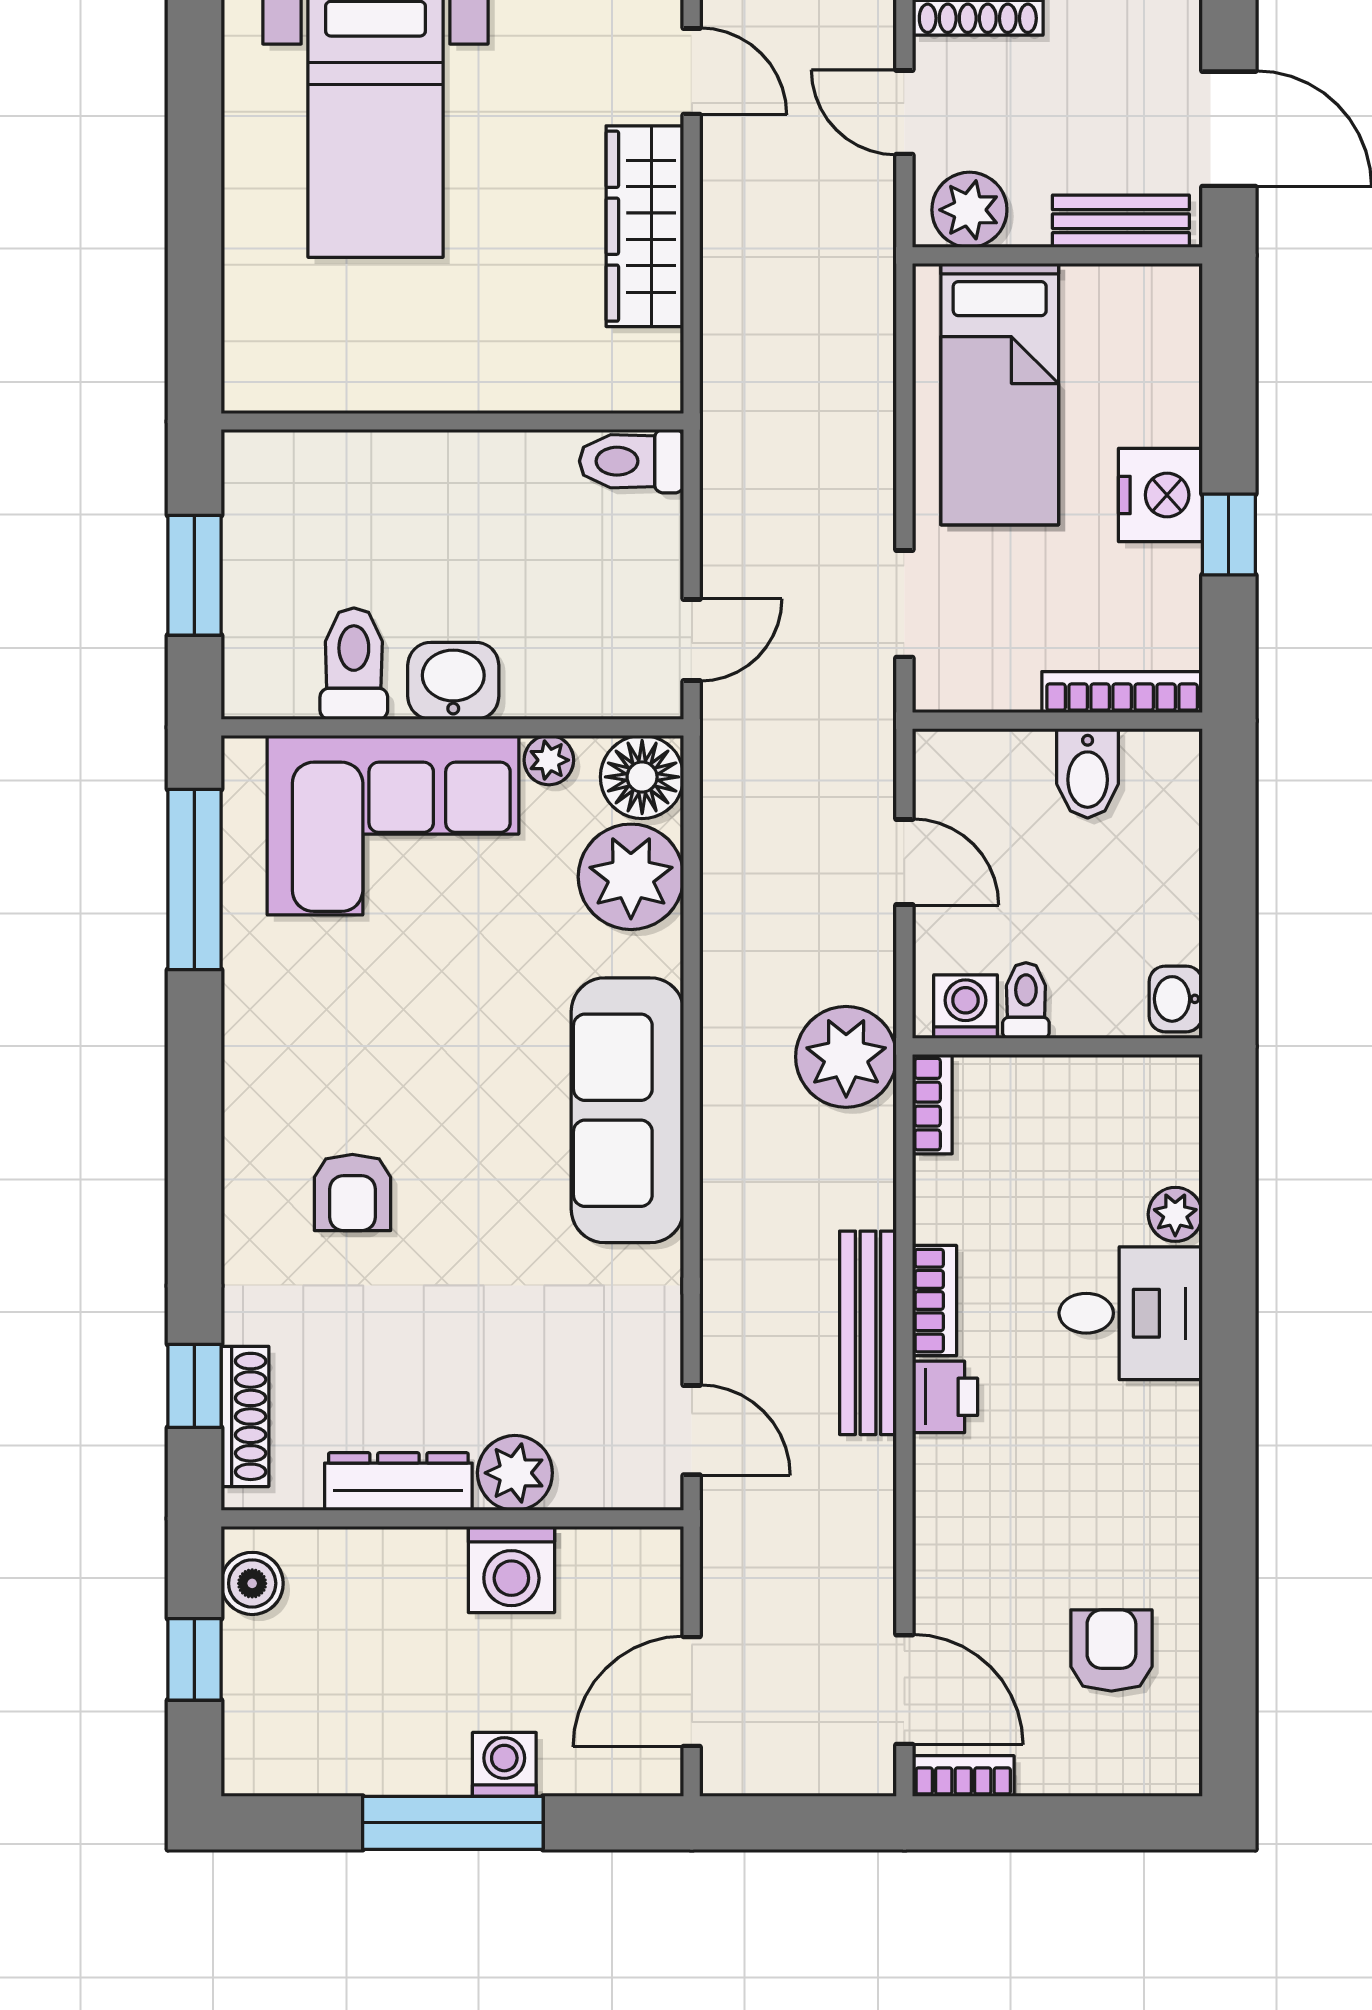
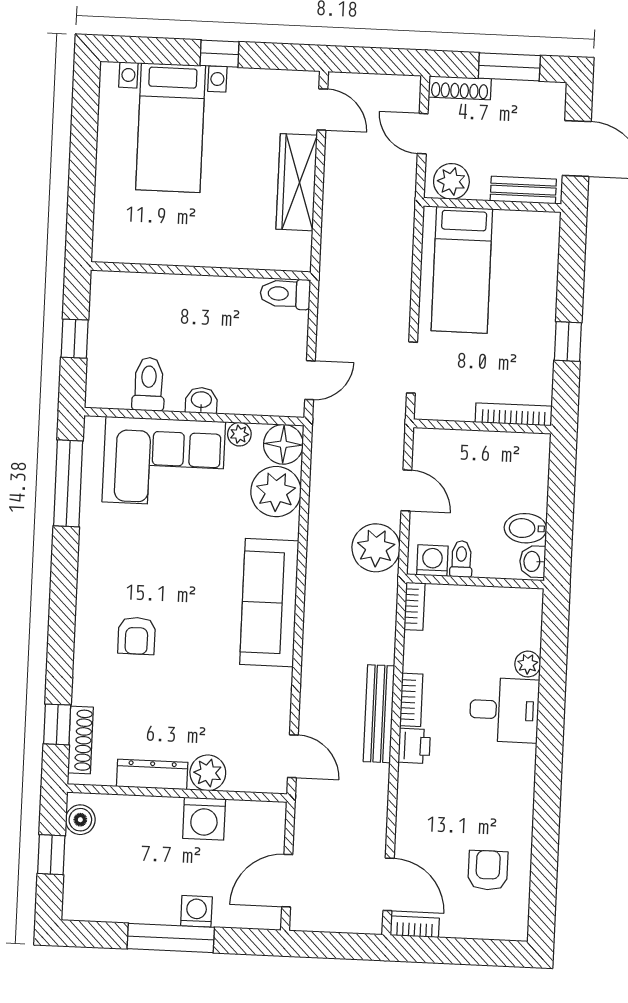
nightstand: (1160, 495) -> (536, 321), removed
window: (194, 575) -> (75, 339), width x0.67
washbasin: (453, 681) -> (201, 400), width x0.72, depth x0.69
bidet: (1088, 773) -> (525, 528), moved, turned 90
plant: (846, 1057) -> (376, 548), moved

